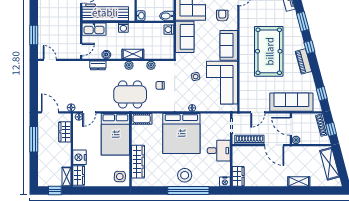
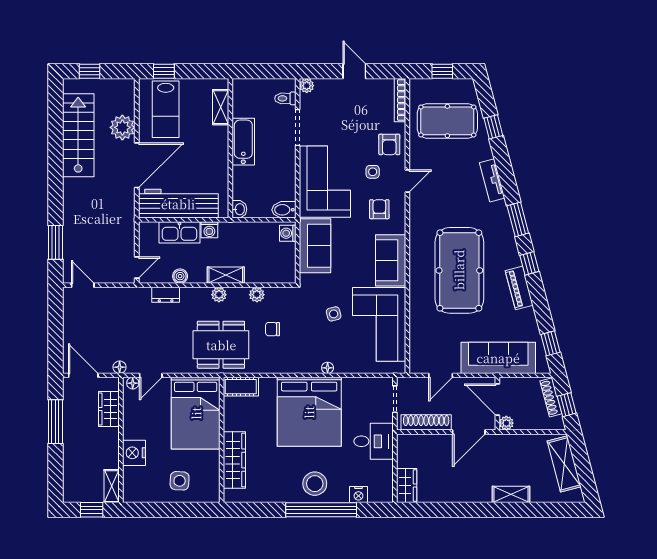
kitchen sink: (94, 29) -> (179, 232), moved
door: (274, 145) -> (469, 432), hinge flipped
wardrobe: (79, 175) -> (132, 484), removed
side table: (120, 177) -> (180, 481), moved
nightstand: (225, 182) -> (358, 495), moved

